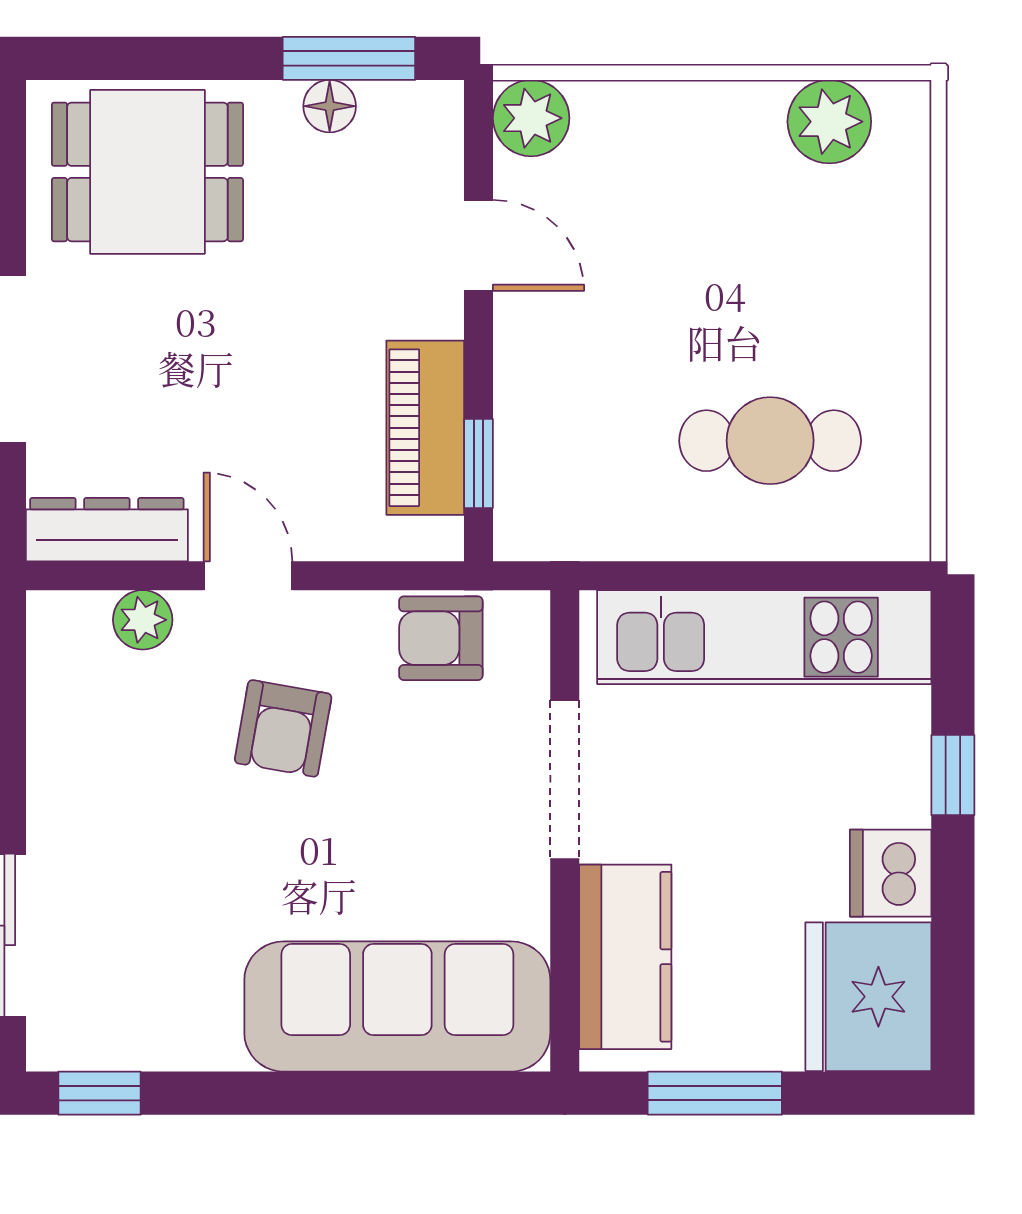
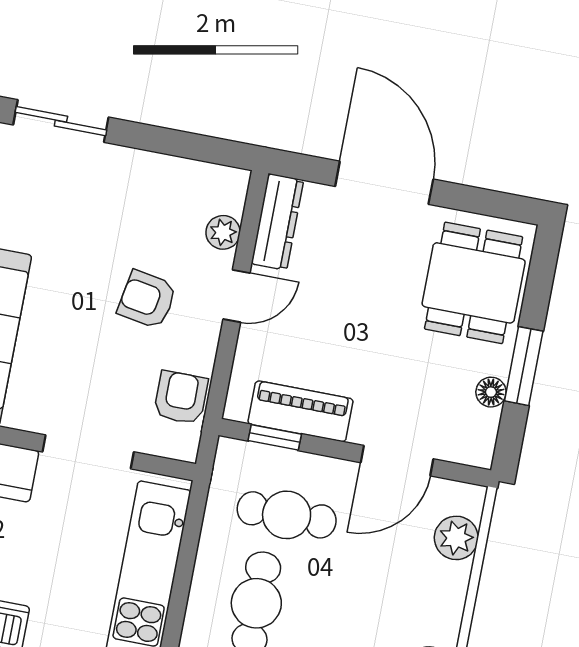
window: (349, 58) -> (524, 366), moved
plant: (531, 118) -> (456, 538), moved
door: (479, 245) -> (397, 461), width x1.38
cafe table: (608, 418) -> (287, 515), added

